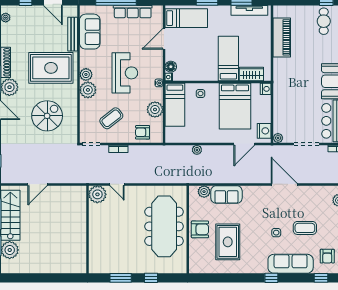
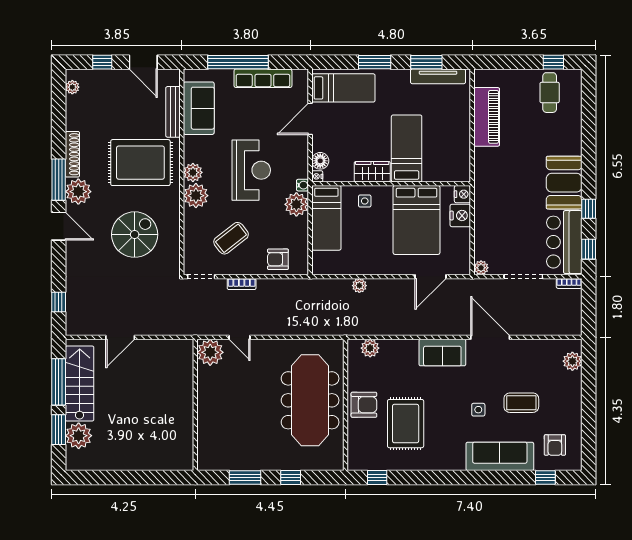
wardrobe: (251, 74) -> (372, 172), moved
plant: (155, 110) -> (296, 204), moved
nightstand: (264, 131) -> (460, 215), moved
sofa: (226, 195) -> (442, 353), moved
window: (271, 278) -> (377, 478), moved

